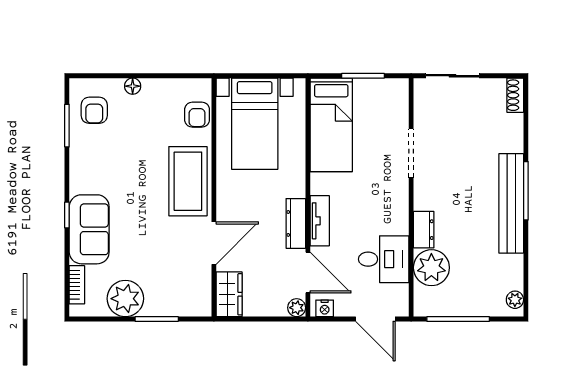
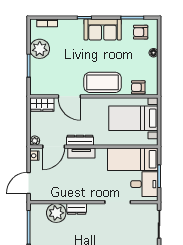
sofa: (89, 229) -> (103, 29), moved
desk: (384, 259) -> (144, 184), moved, turned -90

